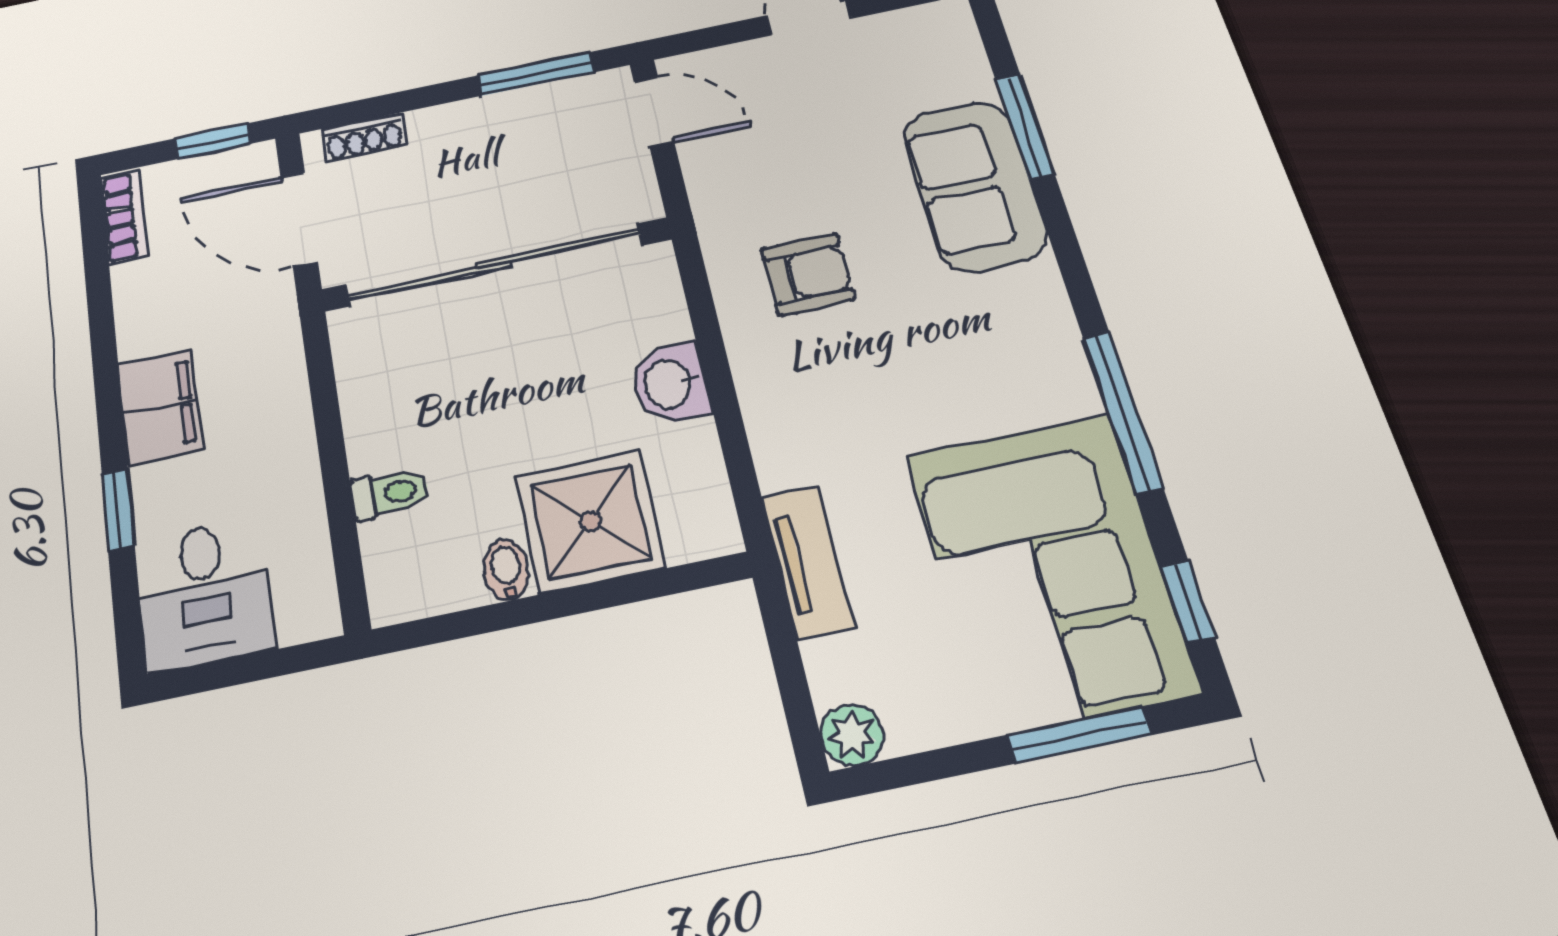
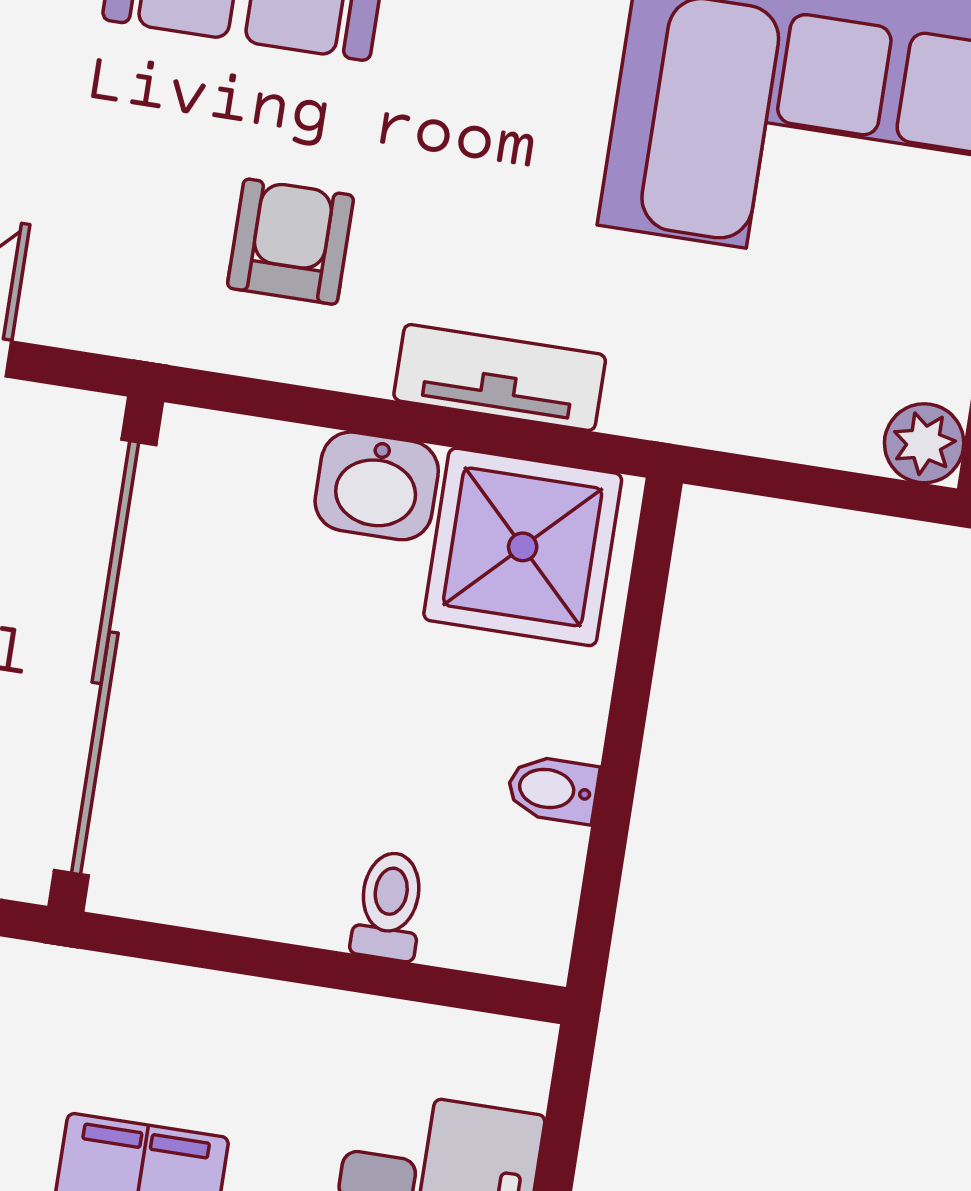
shower: (590, 521) -> (523, 547), moved
tv unit: (807, 562) -> (500, 377), moved

